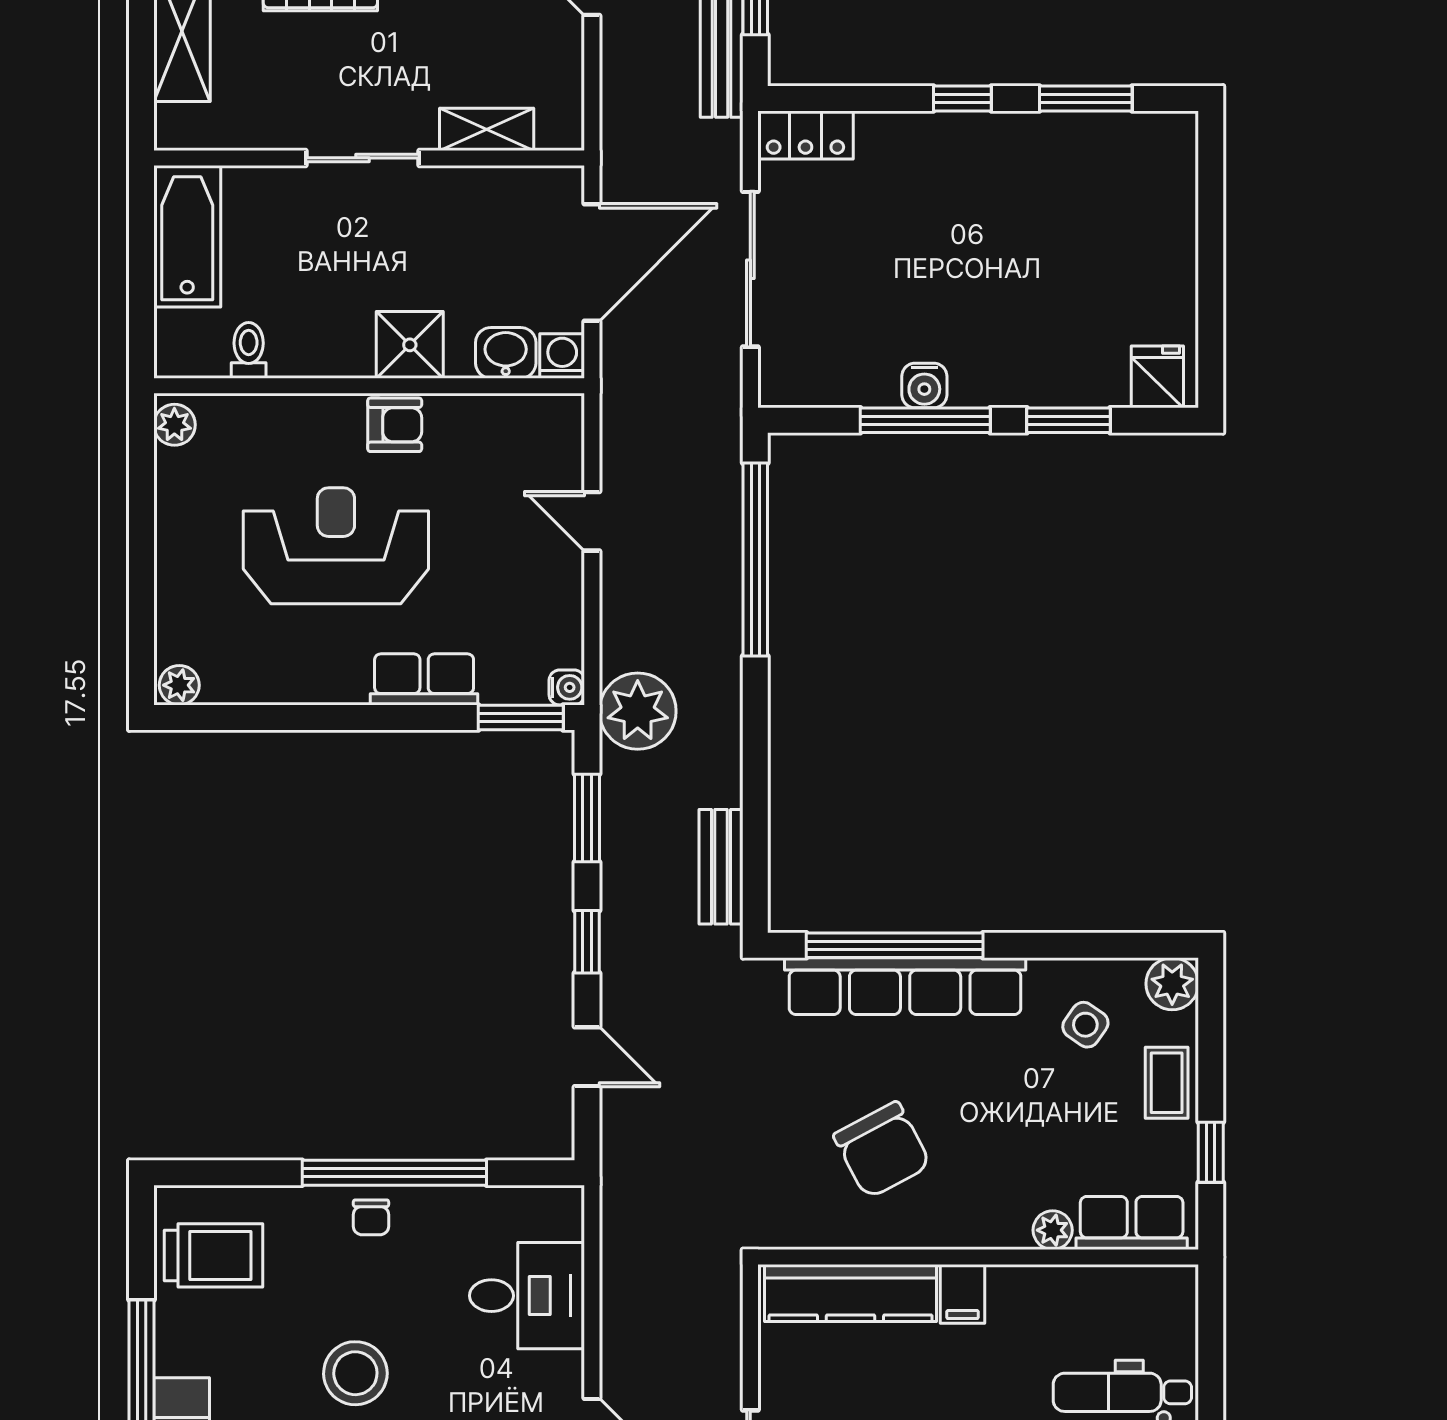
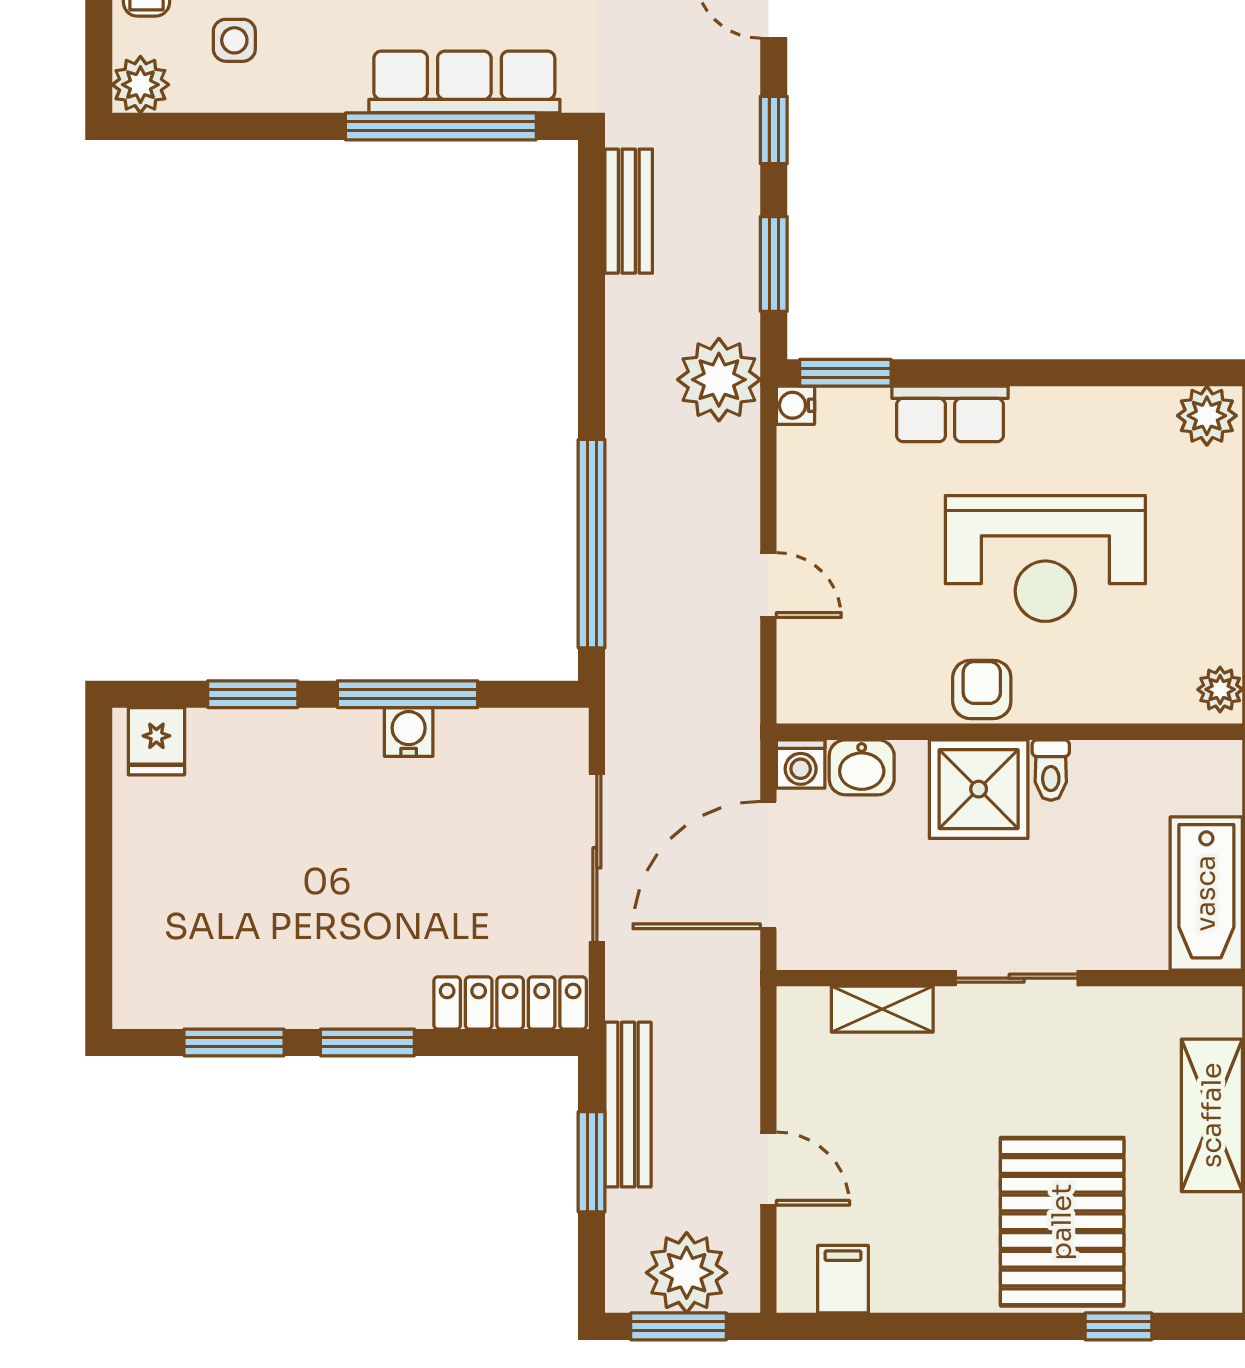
window: (962, 99) -> (367, 1042), width x1.50
locker: (805, 135) -> (510, 1003), width x1.53
shower: (410, 345) -> (979, 789), width x1.36, depth x1.36
toilet: (249, 350) -> (1051, 770), moved
armchair: (395, 425) -> (982, 689), turned 90
plant: (179, 685) -> (1207, 416), width x1.38, depth x1.38
row of seats: (905, 986) -> (464, 82), width x0.73
side table: (1085, 1025) -> (234, 40), turned -35

